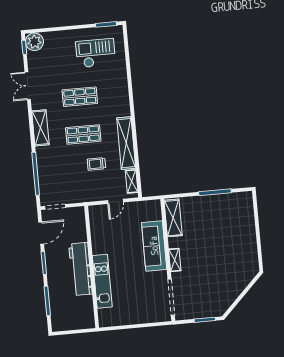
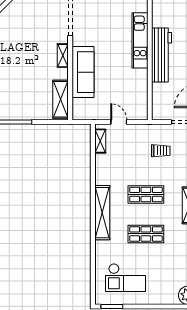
shelving: (126, 143) -> (102, 213), moved
trolley: (96, 164) -> (161, 151), moved
door: (115, 201) -> (119, 122), hinge flipped

